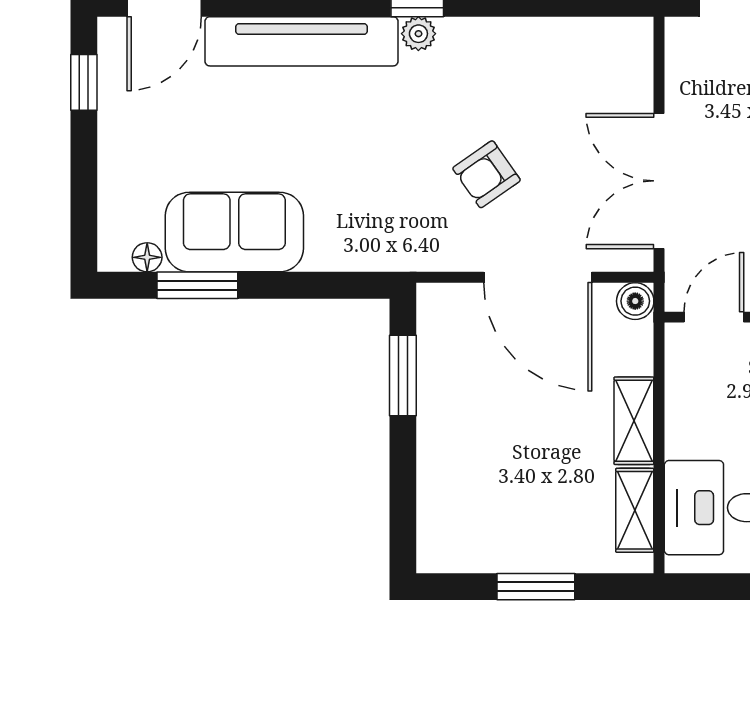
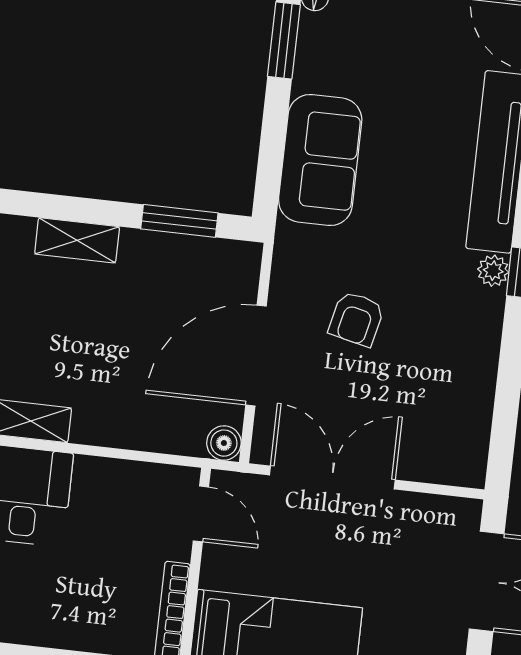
armchair: (487, 174) -> (356, 319), turned -132
sofa: (234, 232) -> (320, 160), moved
shelving: (634, 421) -> (77, 240), moved

